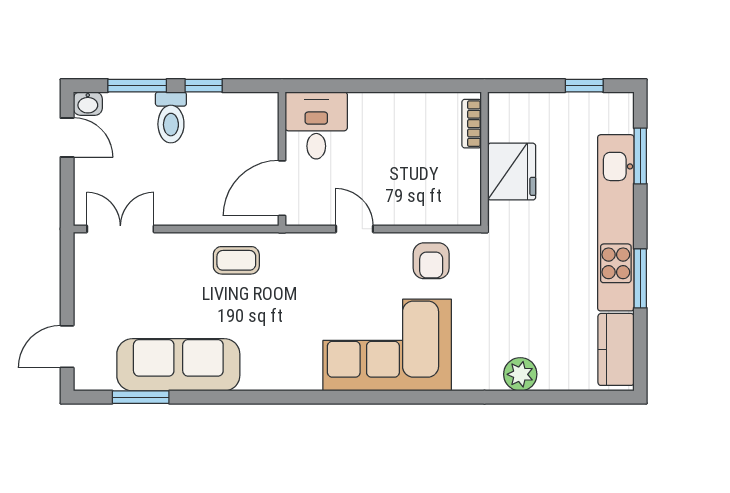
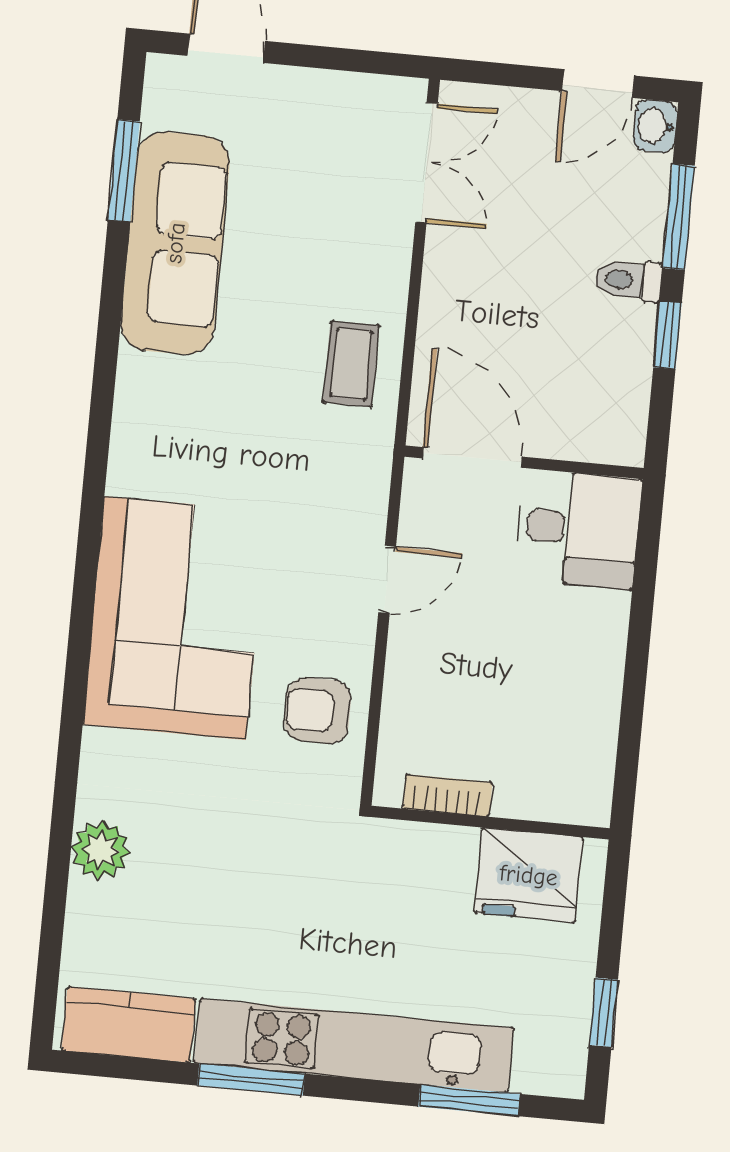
toilet: (171, 117) -> (628, 280), width x0.73, depth x0.72
bookcase: (472, 124) -> (448, 796), moved
fridge: (512, 172) -> (529, 875), moved

